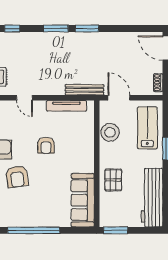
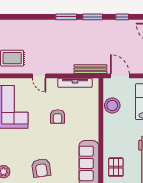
window: (12, 29) -> (122, 17), moved
armchair: (17, 177) -> (41, 168), moved
pallet: (113, 180) -> (116, 167), moved

